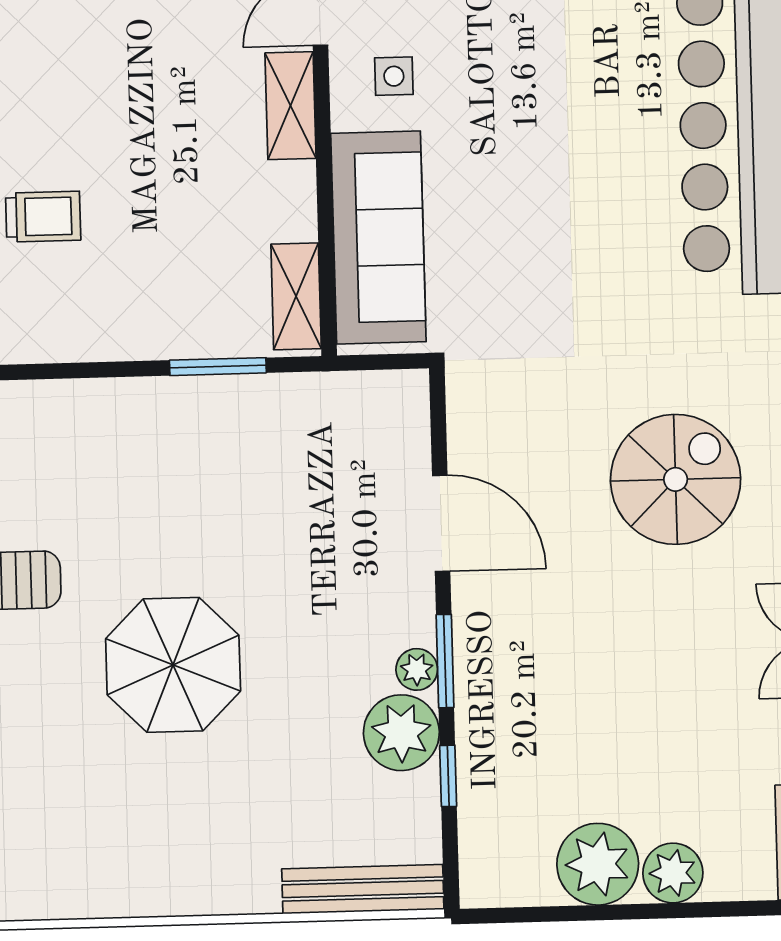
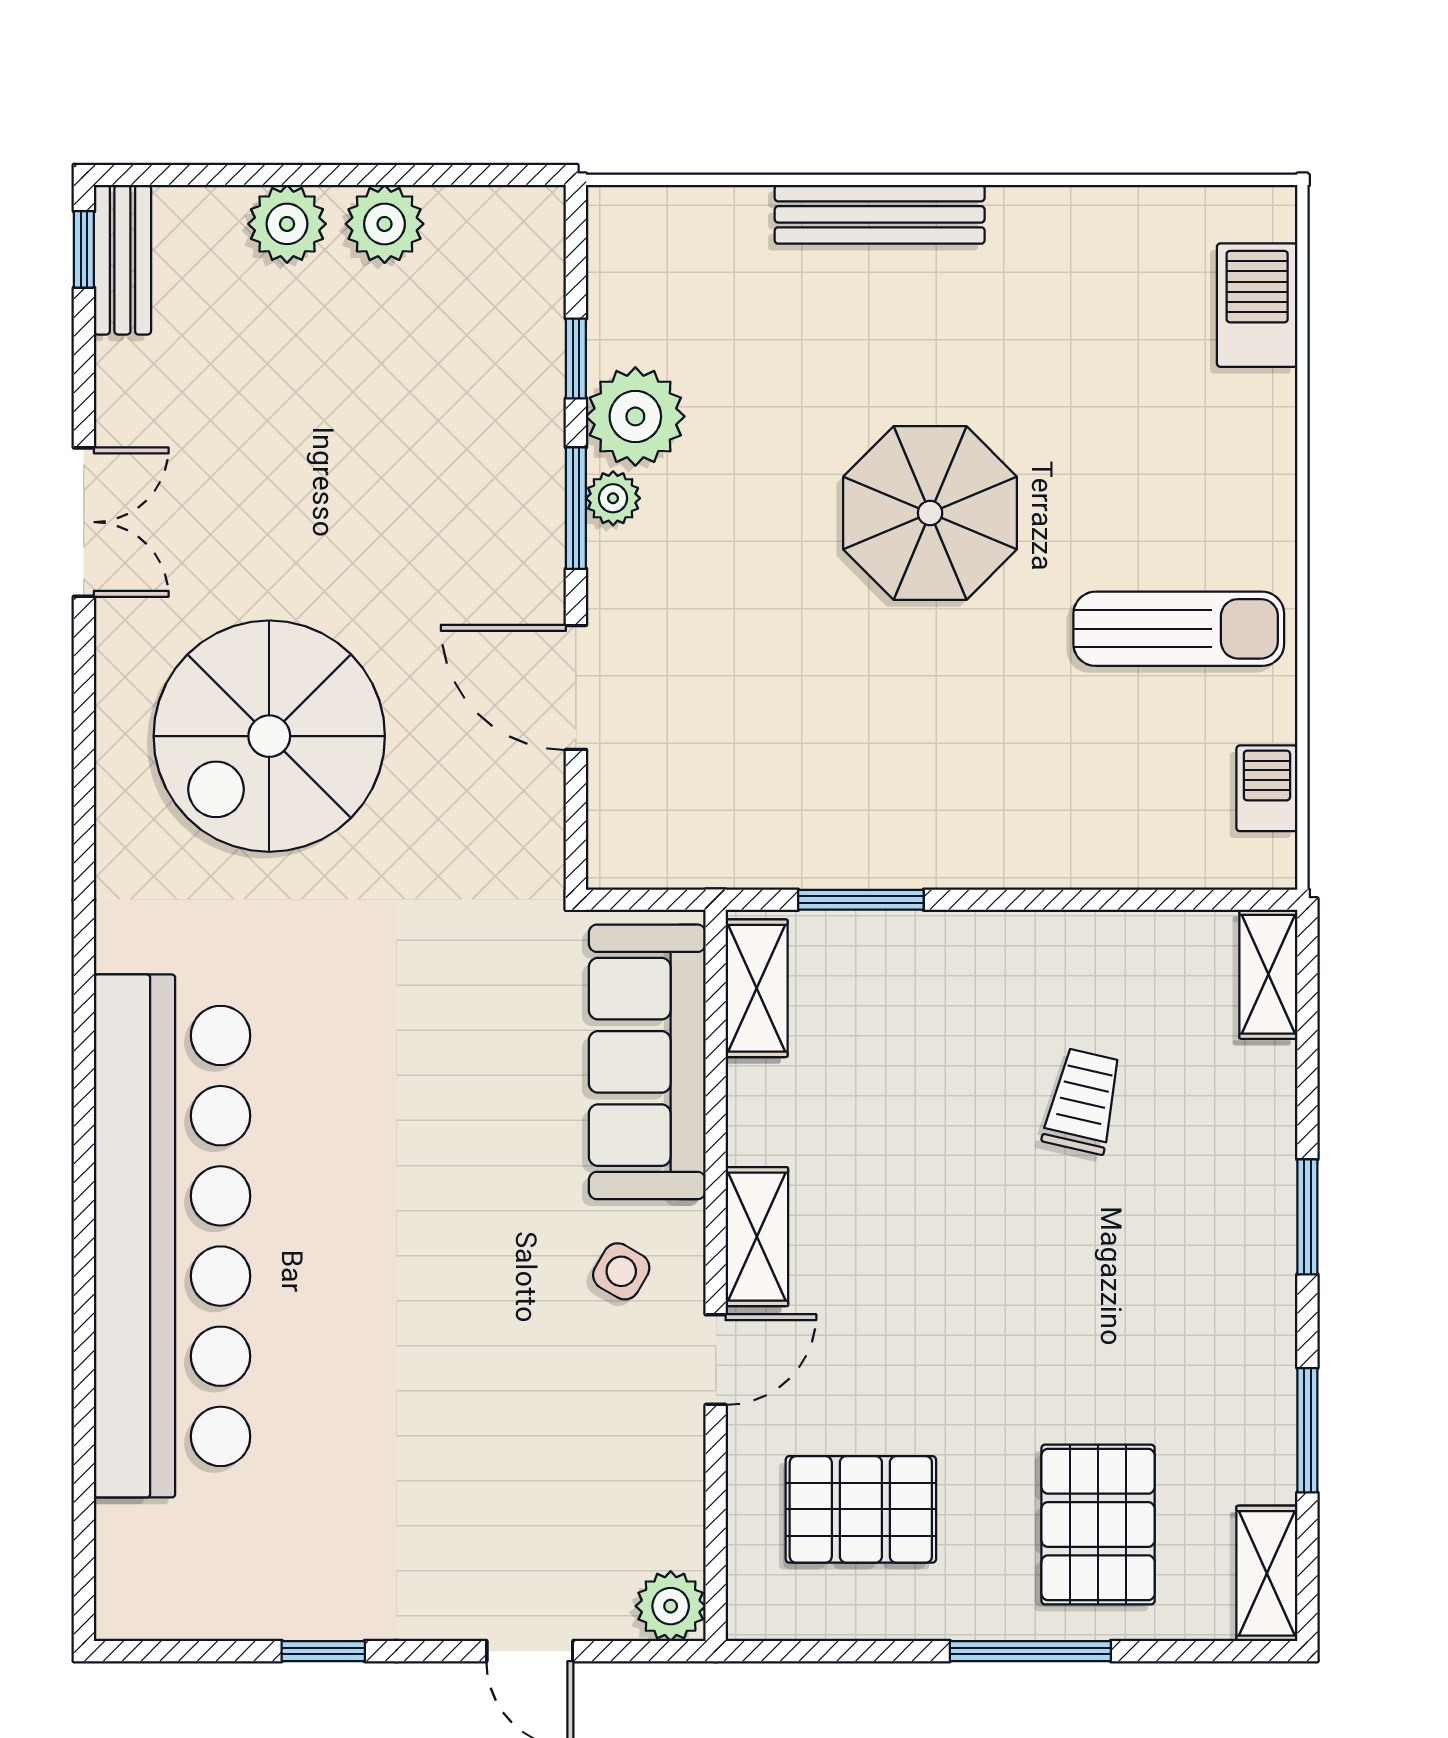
side table: (394, 76) -> (621, 1271), turned 30
trolley: (43, 217) -> (1083, 1101), turned 103
spiral stairs: (676, 479) -> (269, 736), width x1.37, depth x1.37
plant: (598, 864) -> (385, 224), width x0.73, depth x0.73
bench: (363, 889) -> (880, 214), moved

